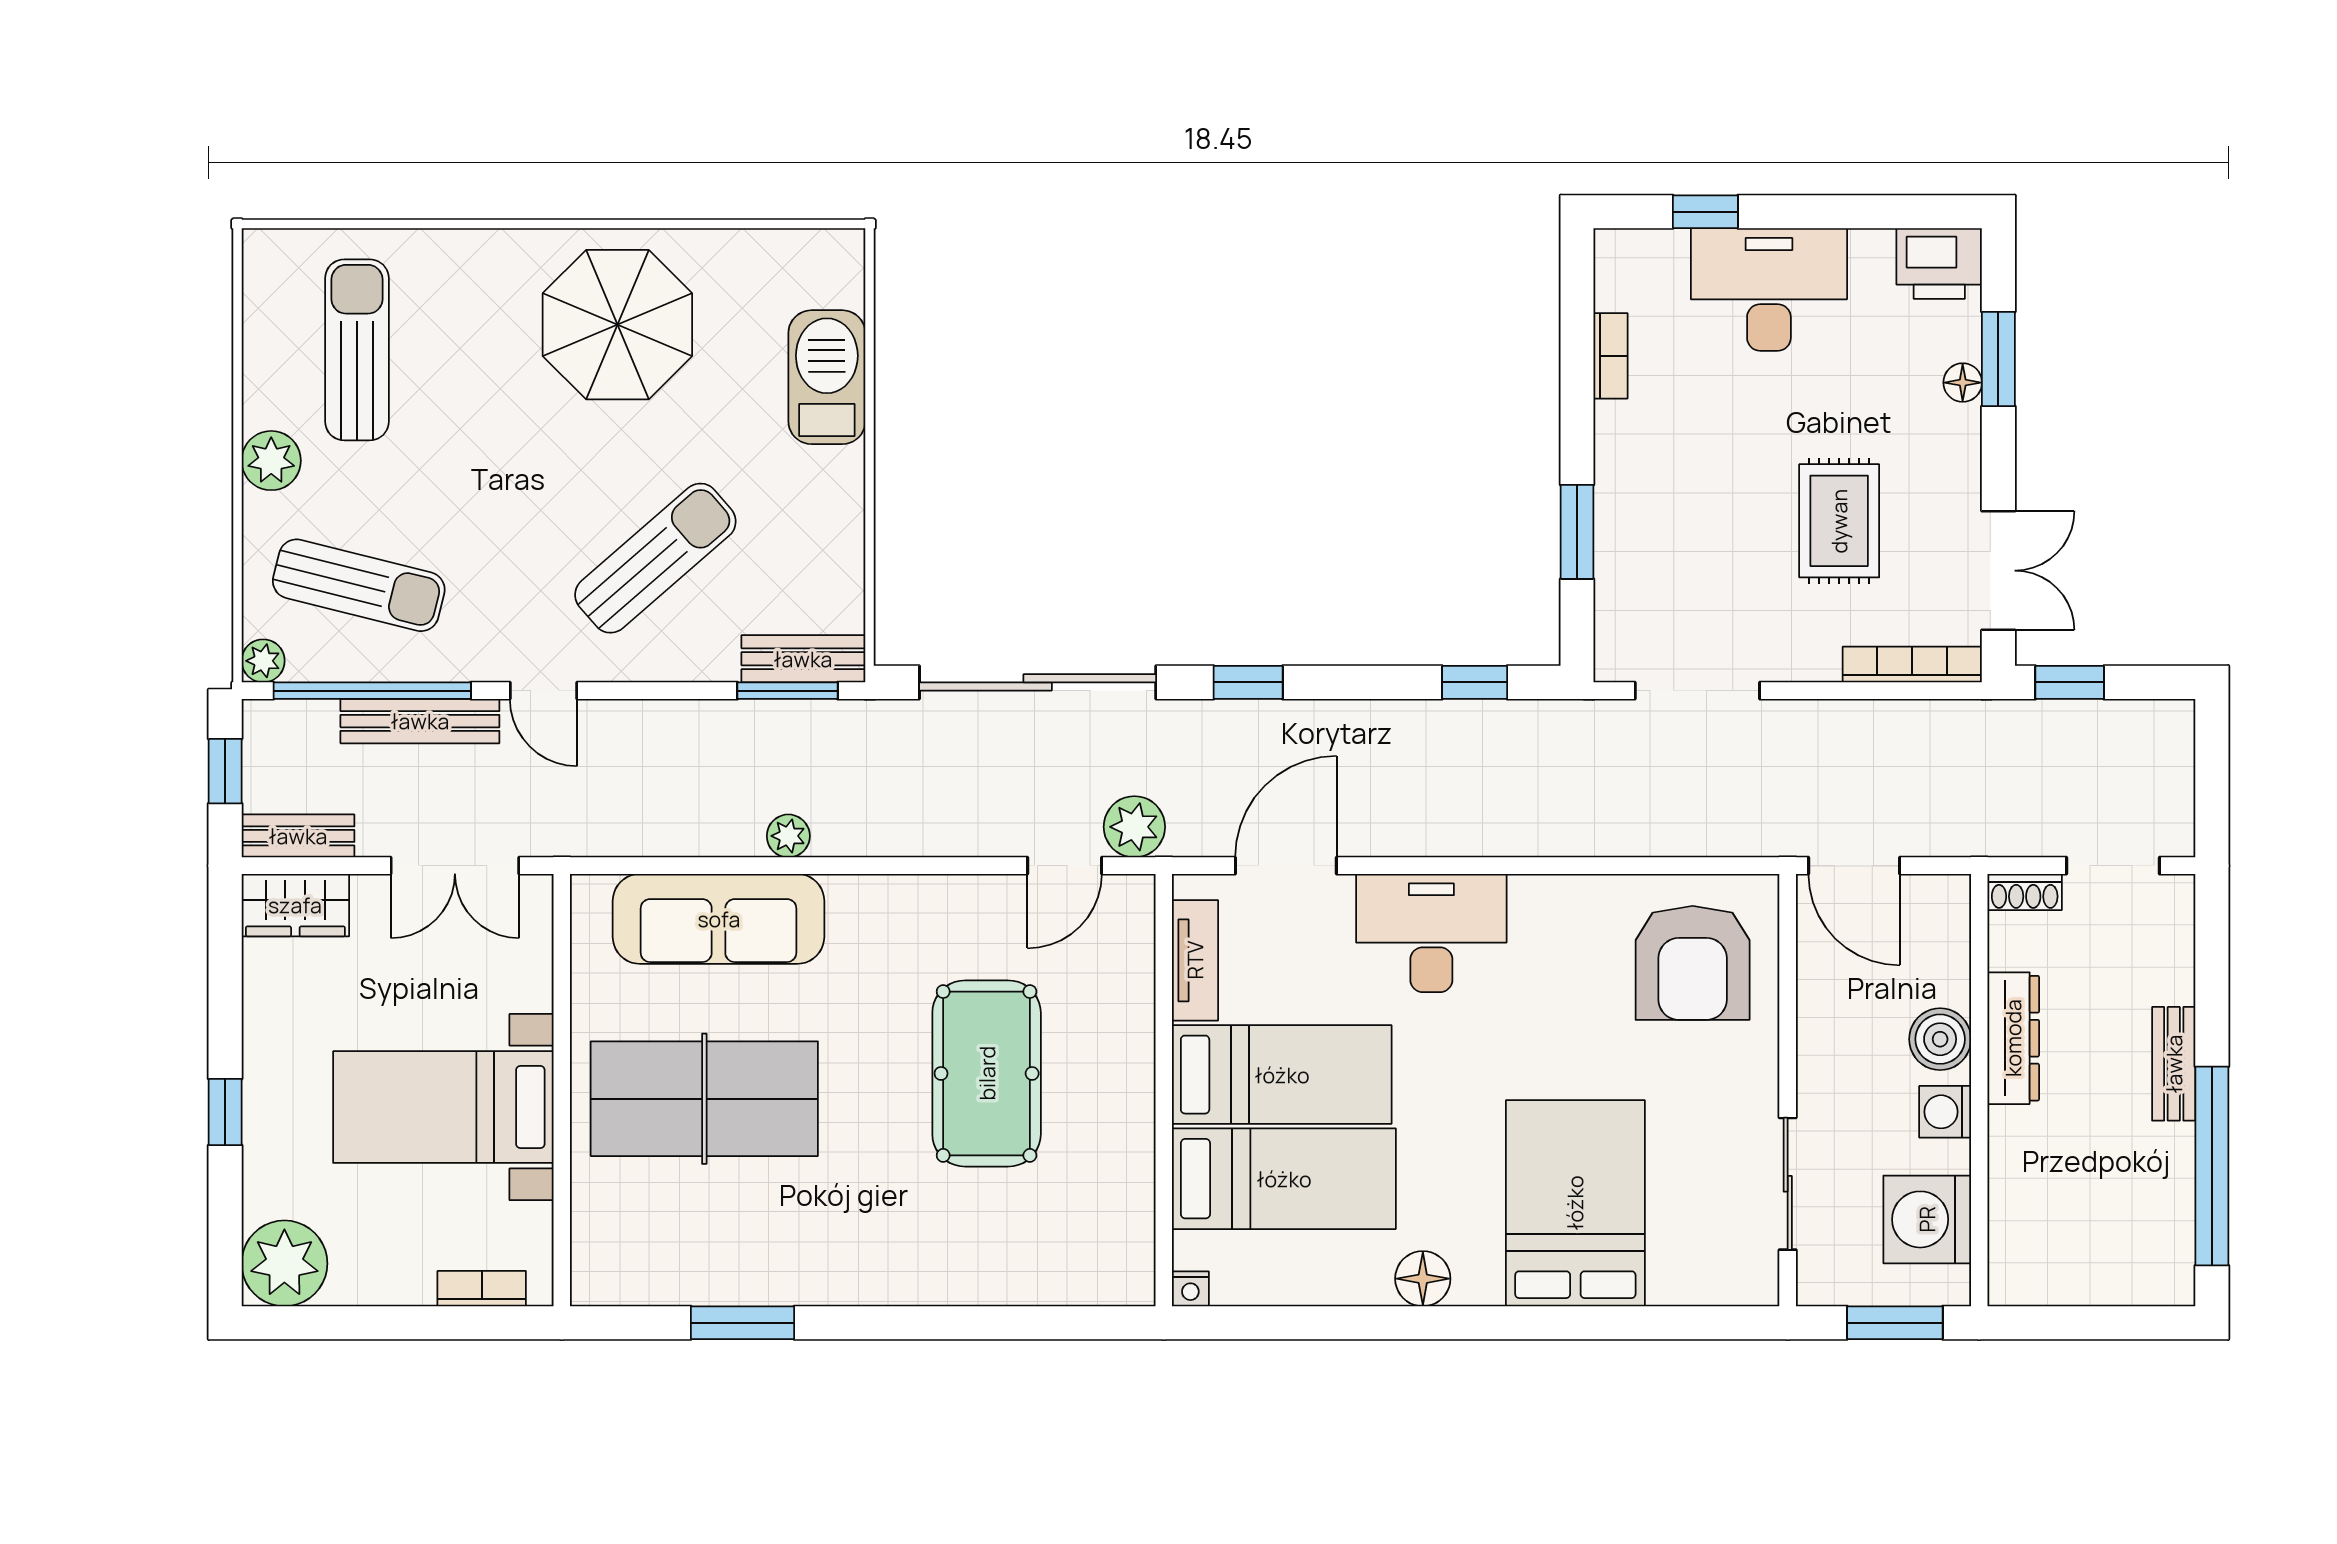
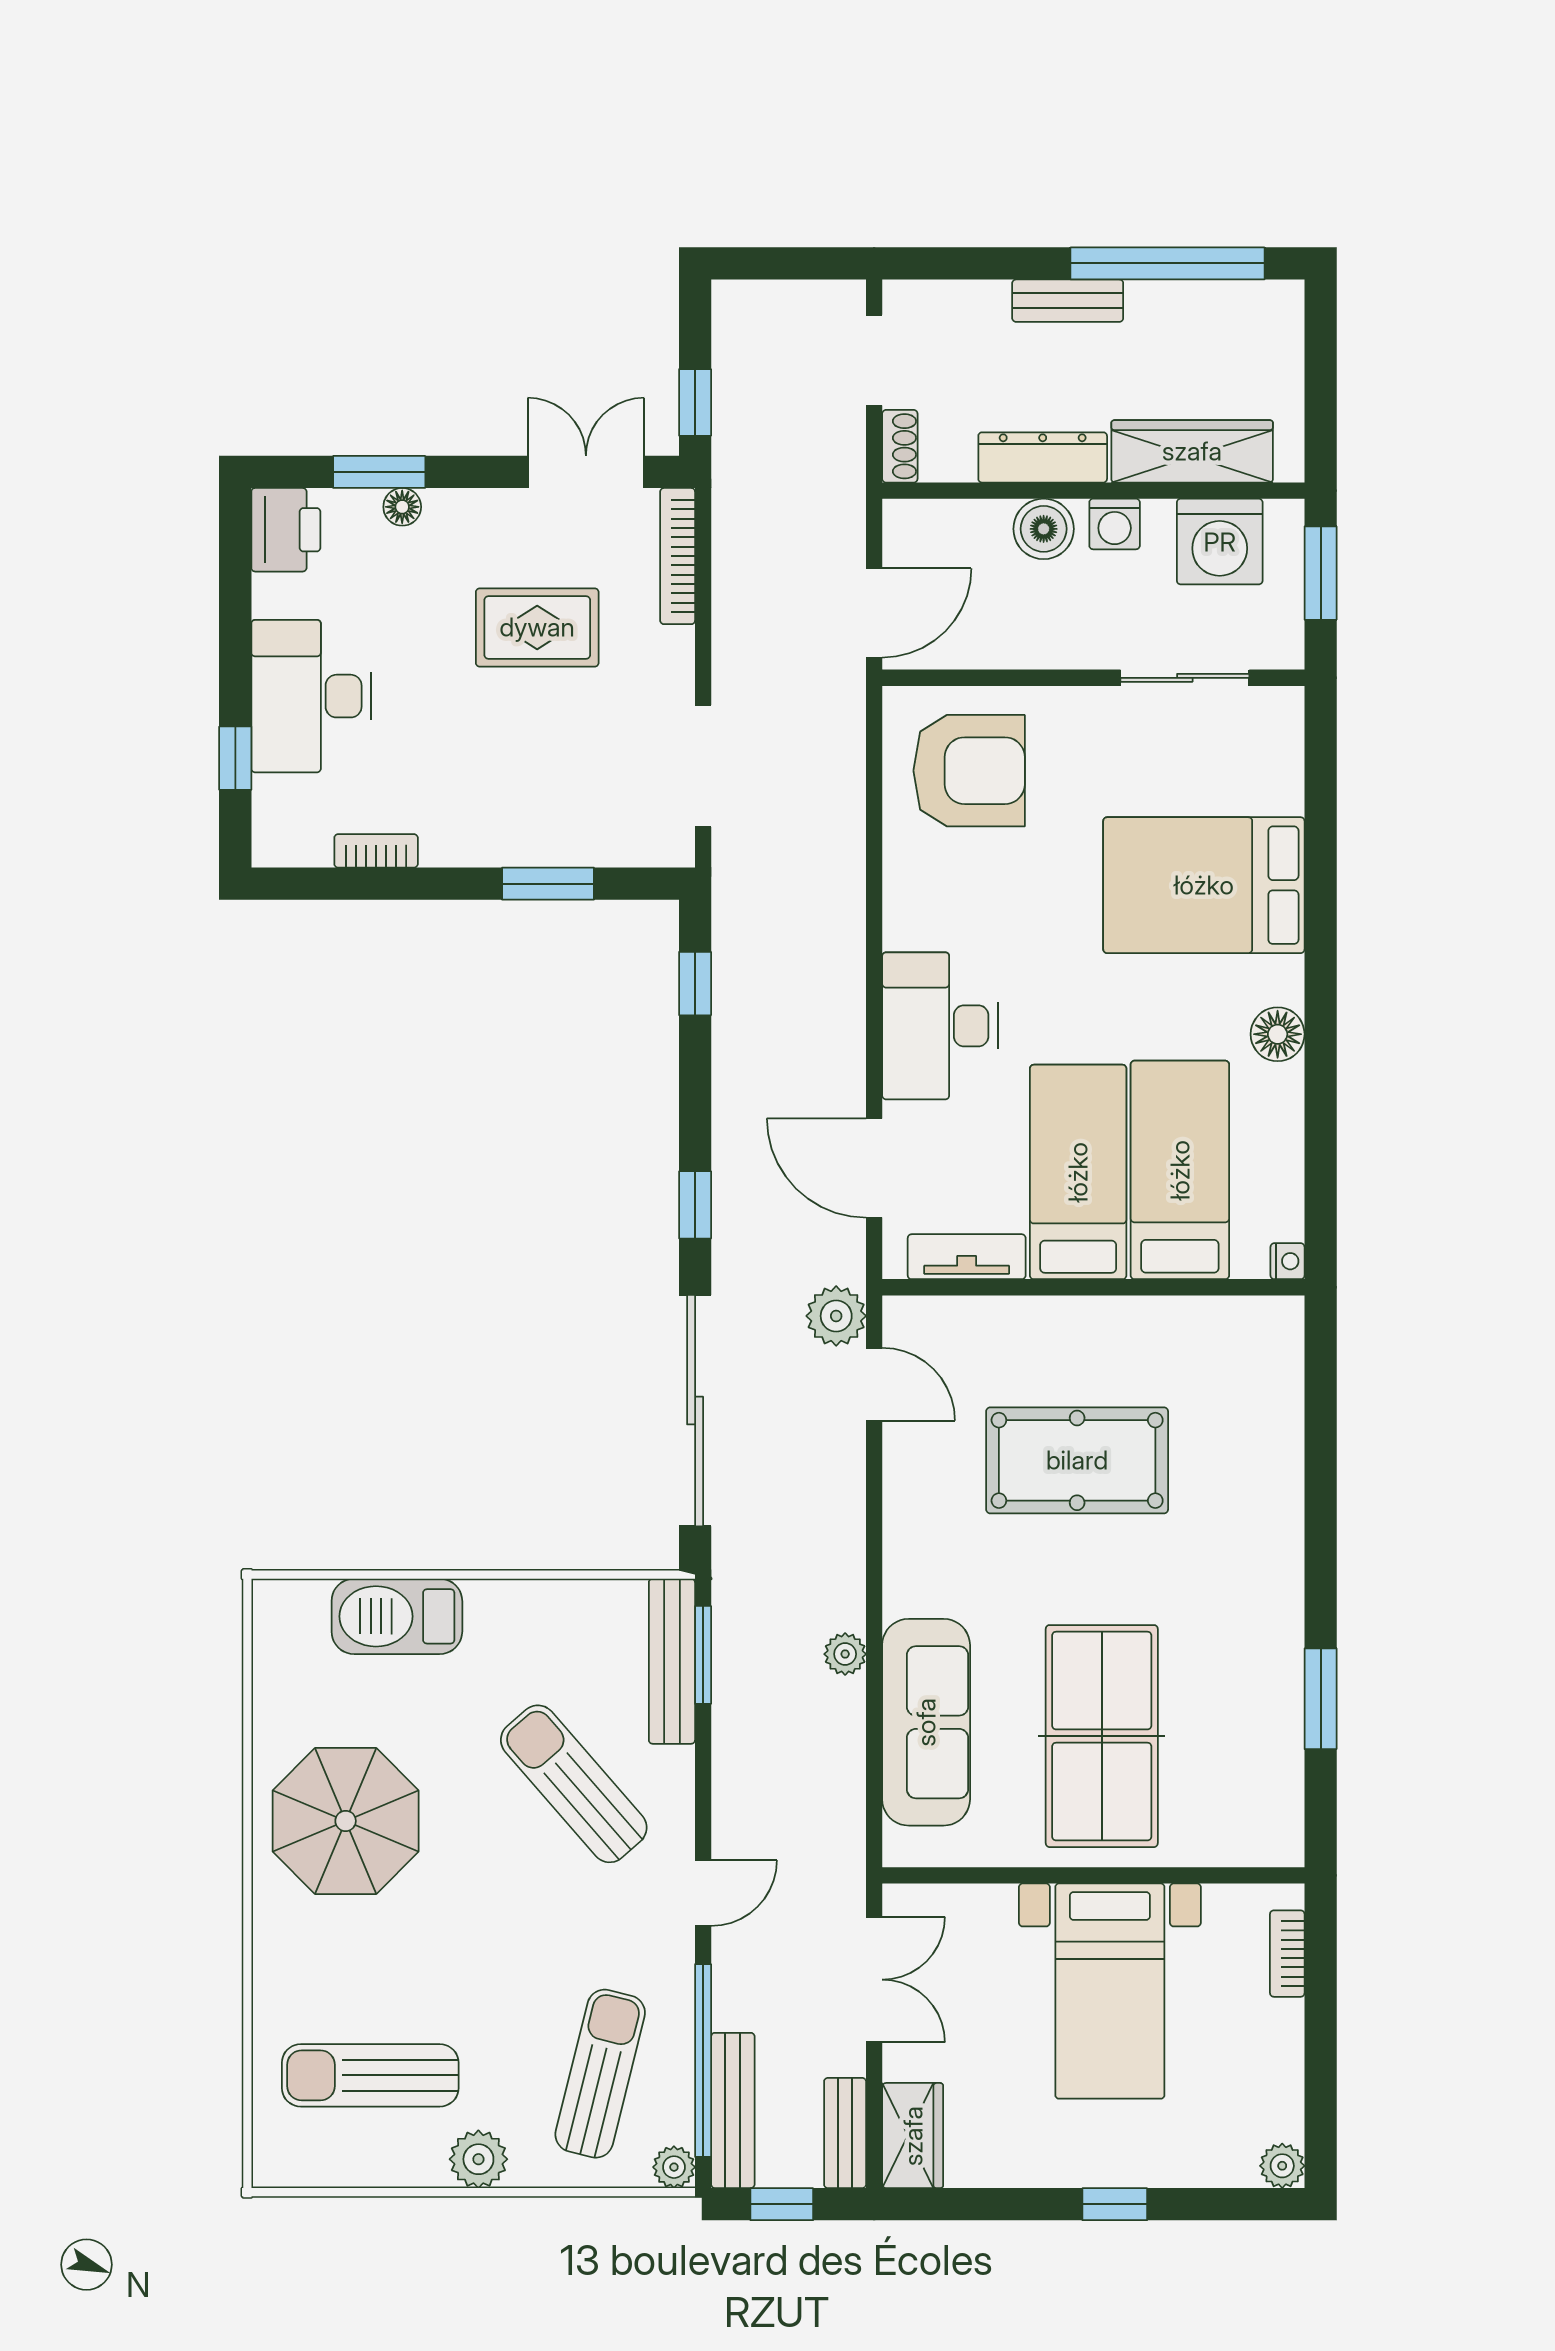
bench: (803, 659) -> (672, 1661), width x1.36
bench: (420, 721) -> (733, 2110), moved
wardrobe: (2019, 1191) -> (1192, 451), added
plant: (284, 1263) -> (1282, 2166), width x0.53, depth x0.53

